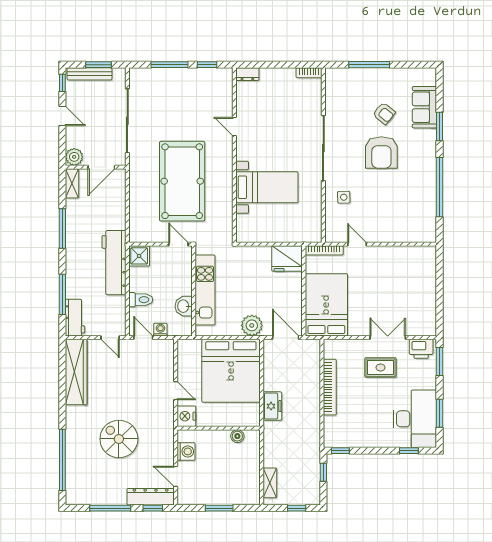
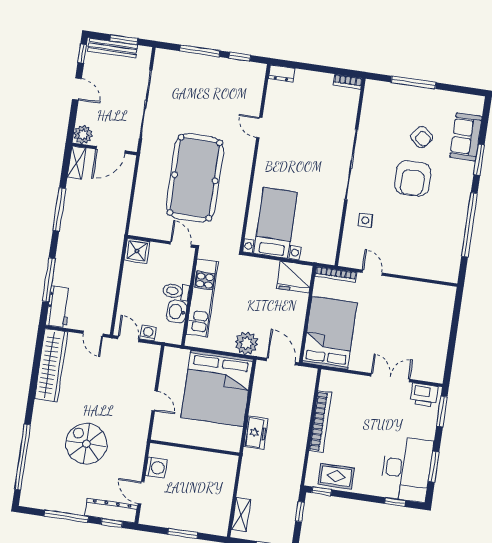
bed with nightstands: (267, 187) -> (276, 223), moved, turned -90
workbench: (114, 263) -> (109, 254), removed
toilet: (141, 300) -> (176, 291), moved, turned 180
rug: (380, 368) -> (336, 476), moved
nightstand: (186, 416) -> (162, 430), removed
boiler: (237, 436) -> (214, 459), removed

